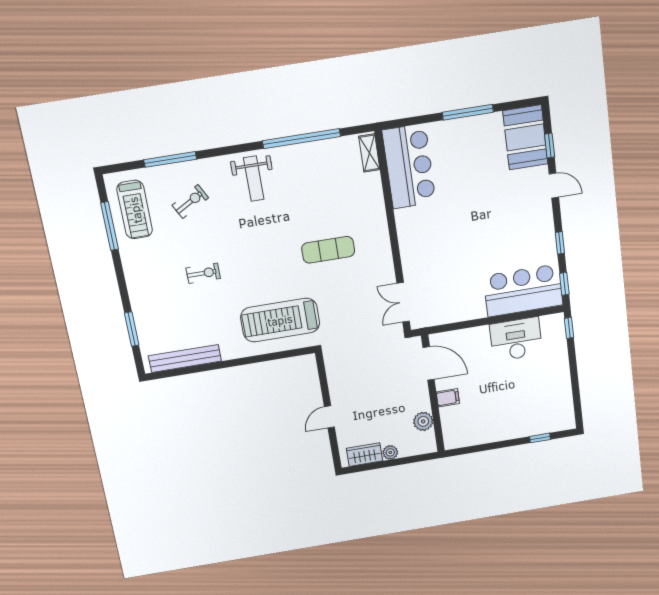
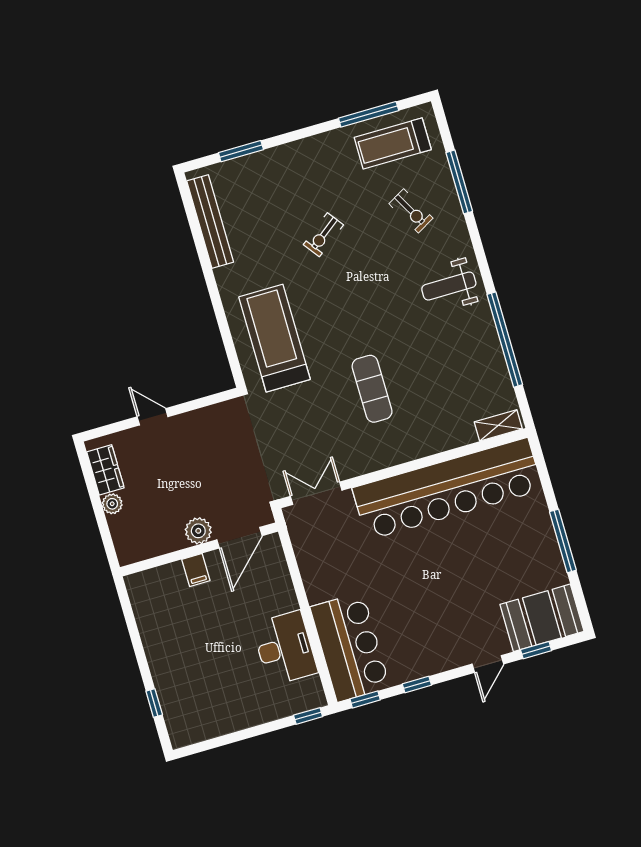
bar counter: (409, 166) -> (447, 489), width x1.86
exercise bike: (203, 273) -> (323, 235), turned 53
plant: (423, 421) -> (198, 531), moved

